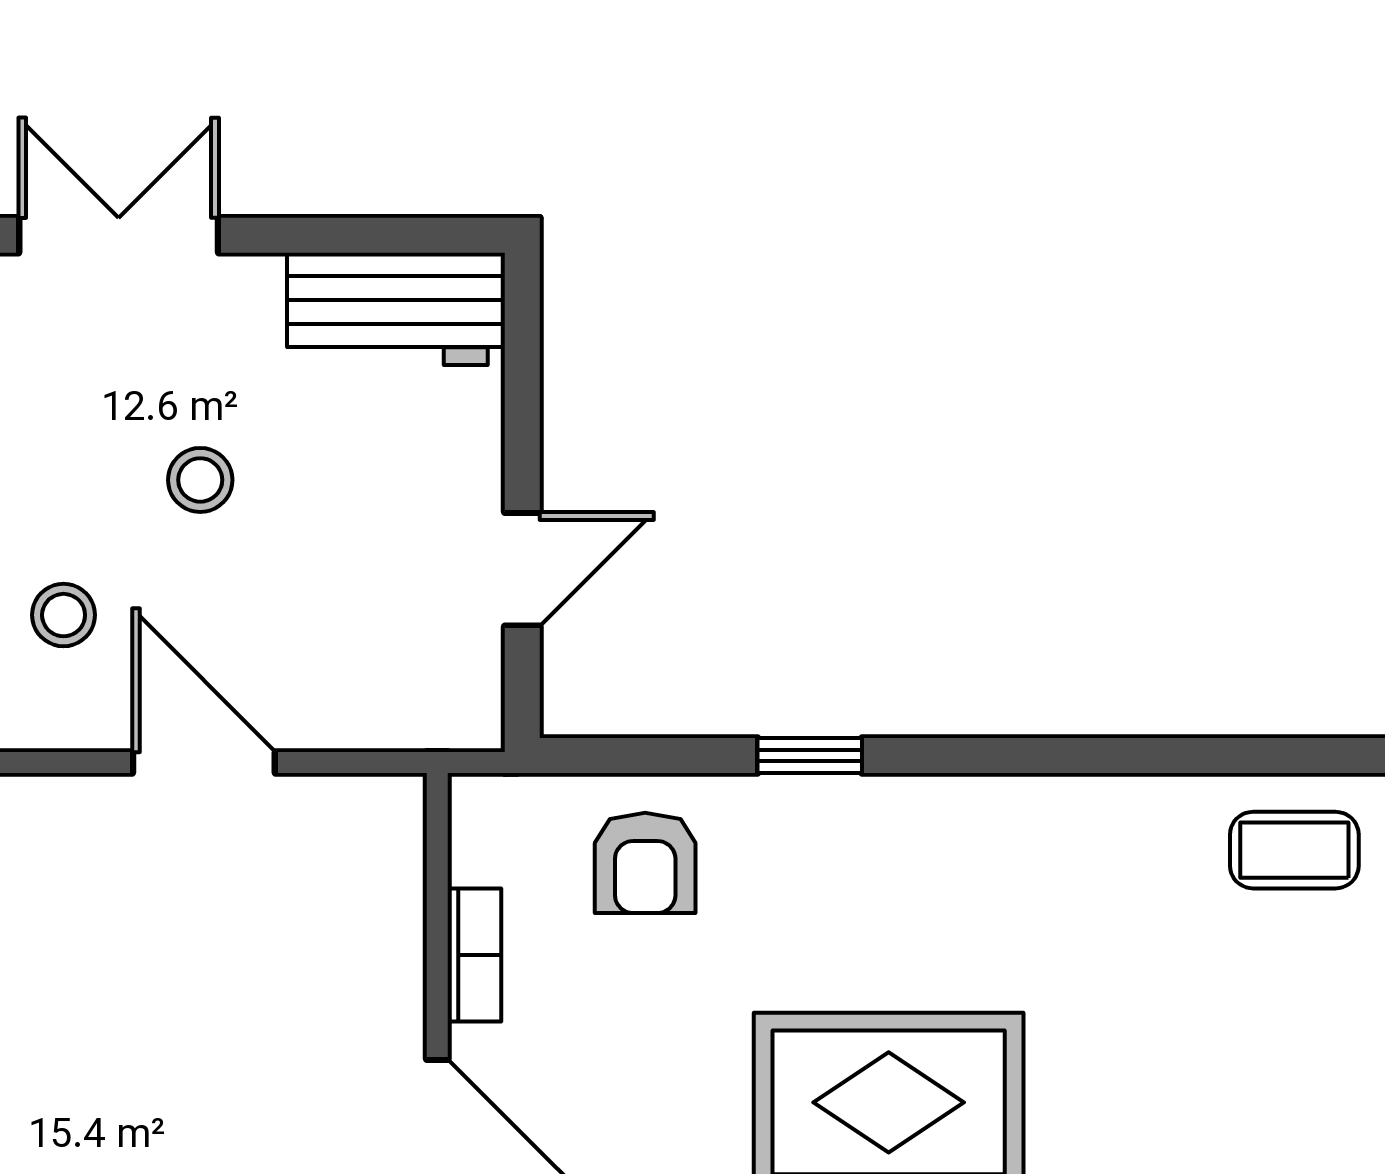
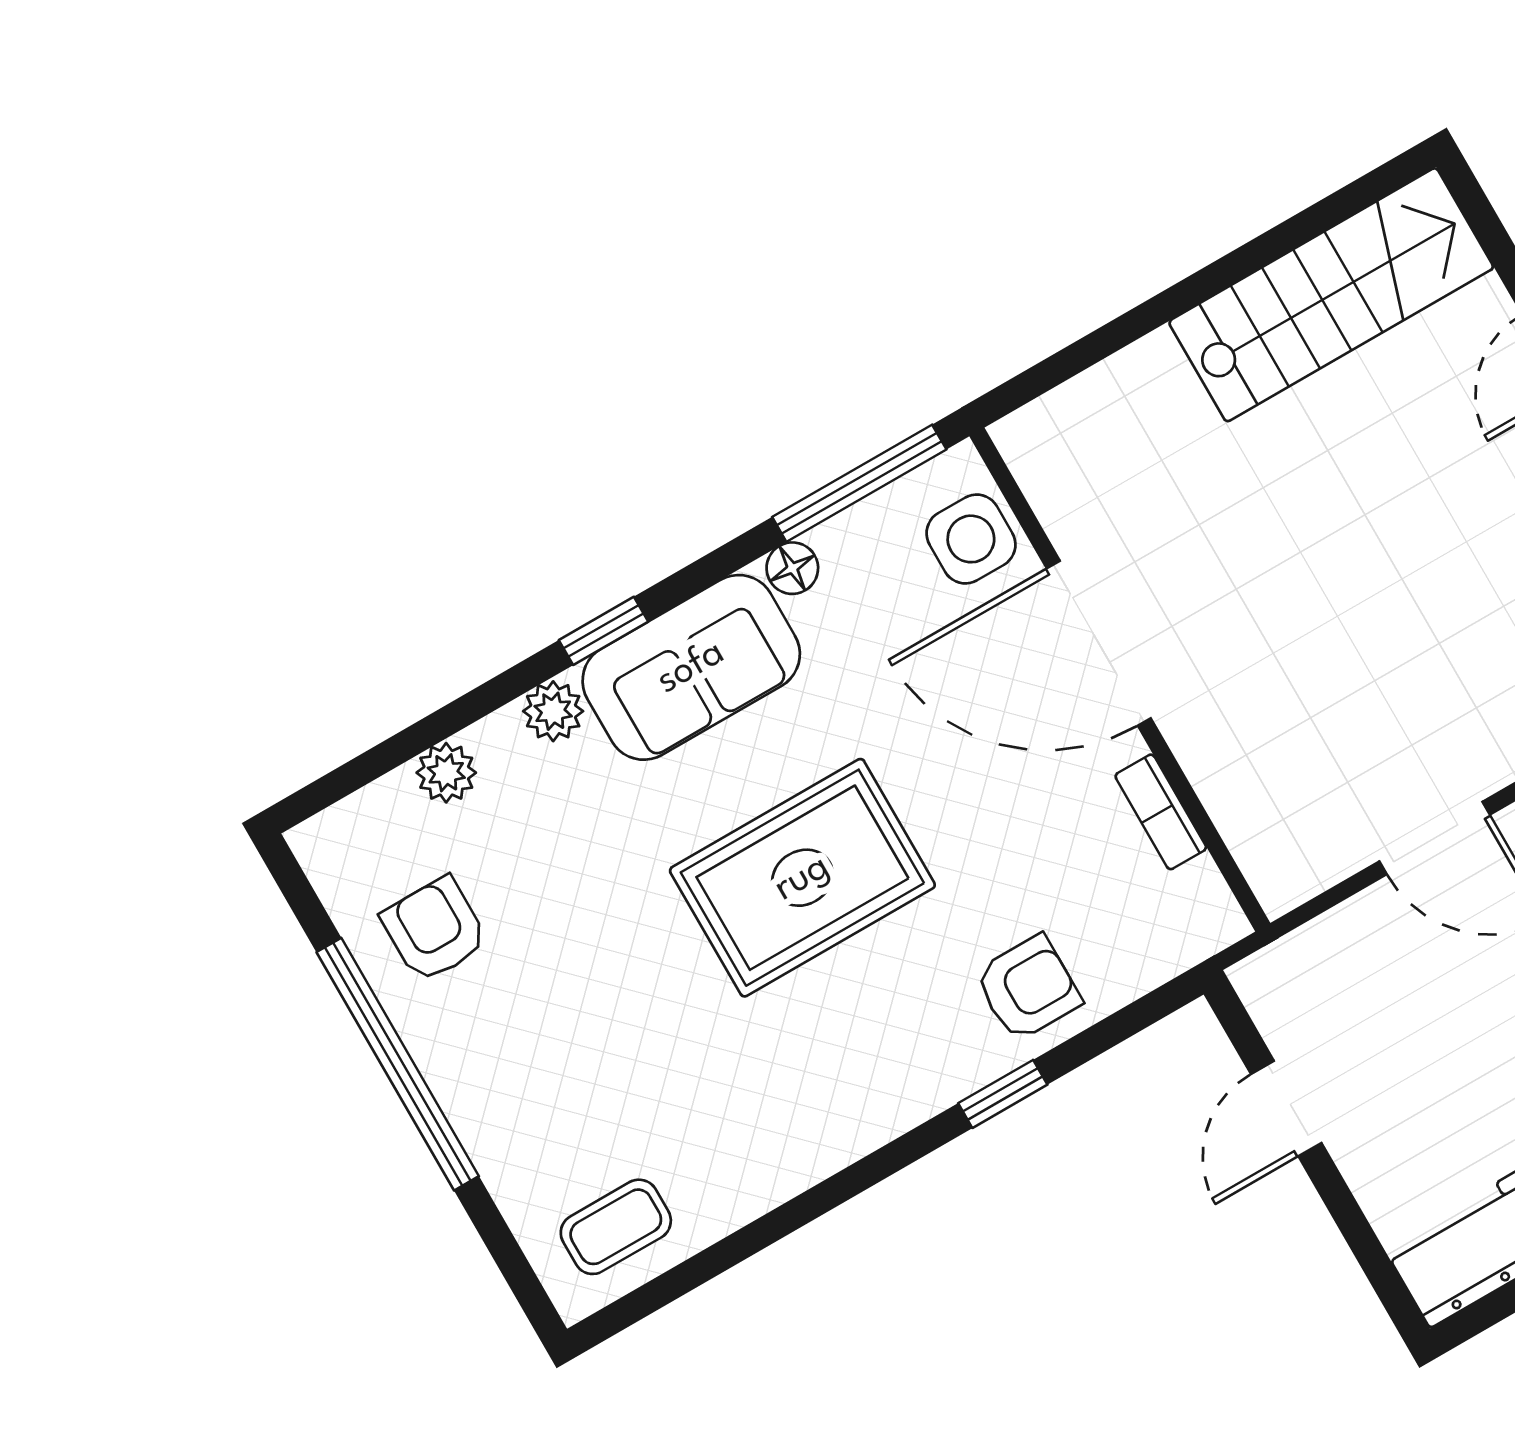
armchair: (645, 863) -> (1028, 988), moved, turned 90

